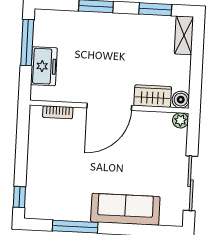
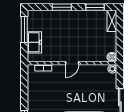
wardrobe: (153, 96) -> (96, 56), removed
door: (109, 107) -> (72, 63), width x0.53

